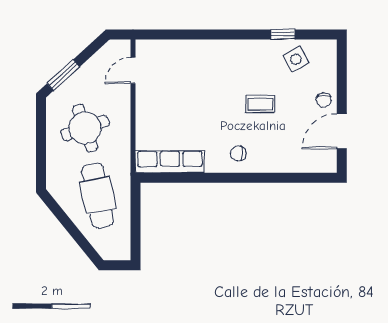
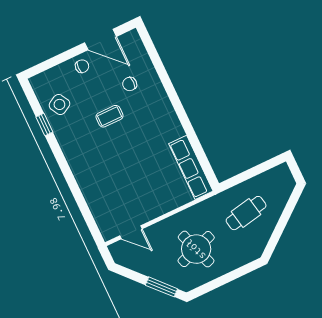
coffee table: (260, 104) -> (110, 116), turned 90
chair: (238, 153) -> (130, 84), moved, turned 90
cafe table: (98, 196) -> (246, 213), width x0.73, depth x0.74

